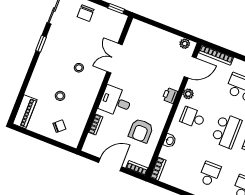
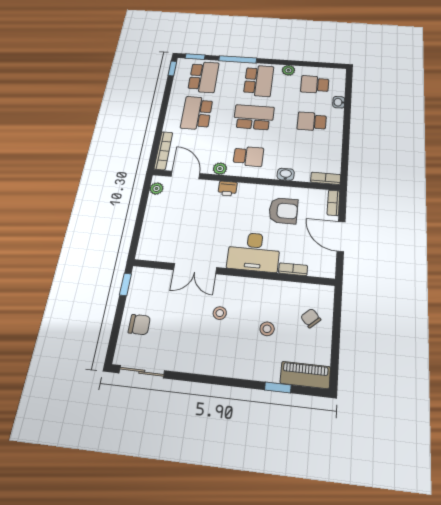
window: (41, 44) -> (278, 387), moved
desk: (116, 101) -> (254, 252), width x1.37
school desk: (193, 118) -> (248, 156), turned -90

